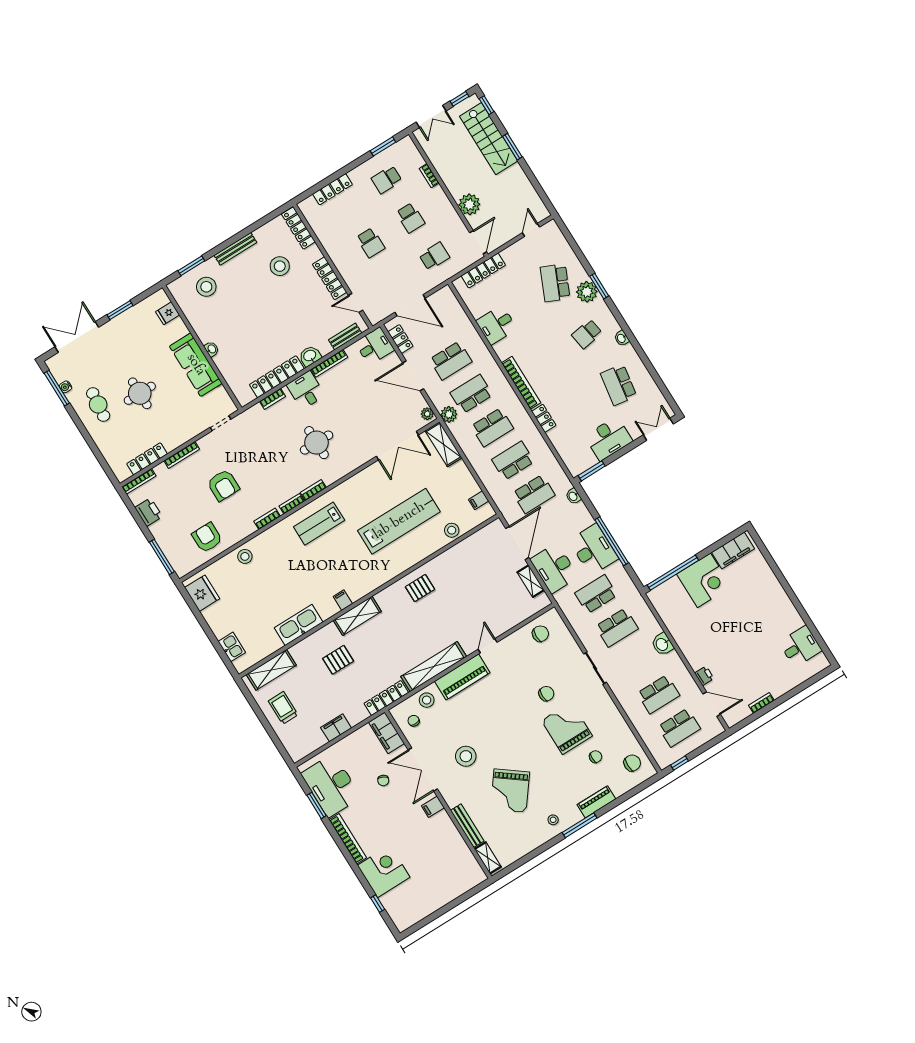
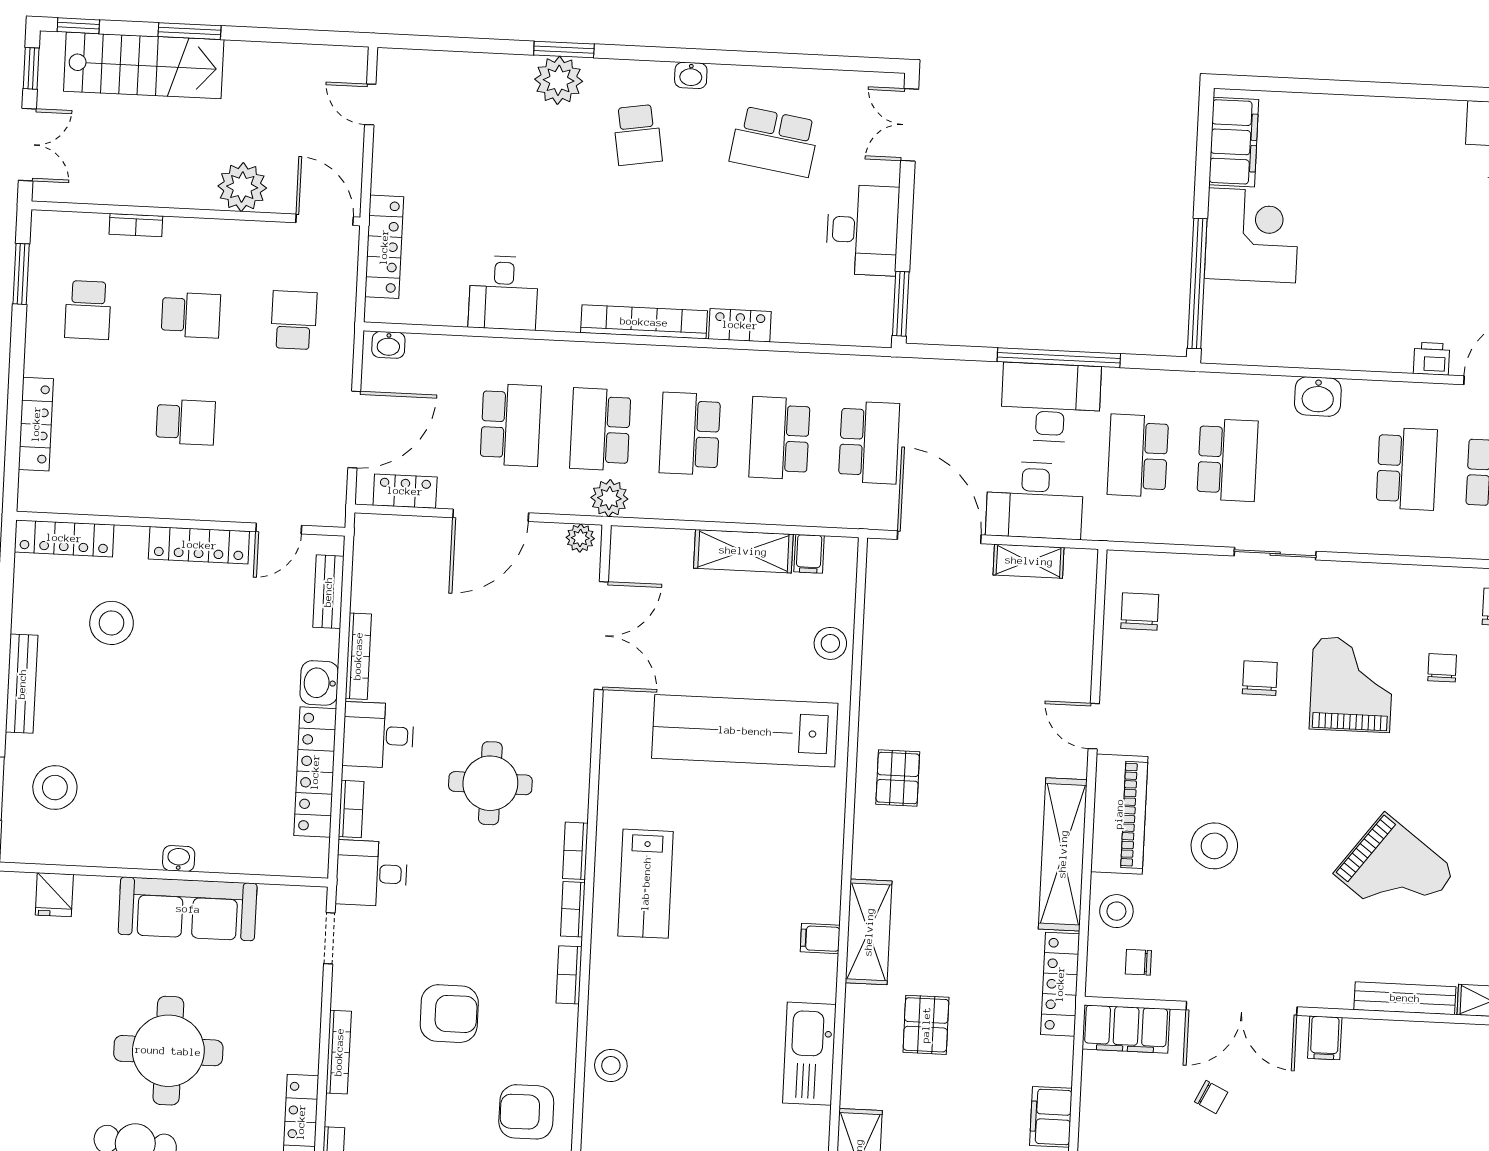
school desk: (555, 283) -> (501, 128), removed
desk: (375, 346) -> (372, 873), moved, turned -90
round table: (140, 393) -> (168, 1051), width x1.36, depth x1.36
school desk: (492, 427) -> (690, 434), turned 180
shelving: (444, 444) -> (743, 551), moved
washbasin: (573, 496) -> (388, 345), moved
lab bench: (399, 521) -> (745, 731), turned -90
grand piano: (567, 728) -> (1352, 685), turned 90
stool: (466, 756) -> (1214, 846), moved

